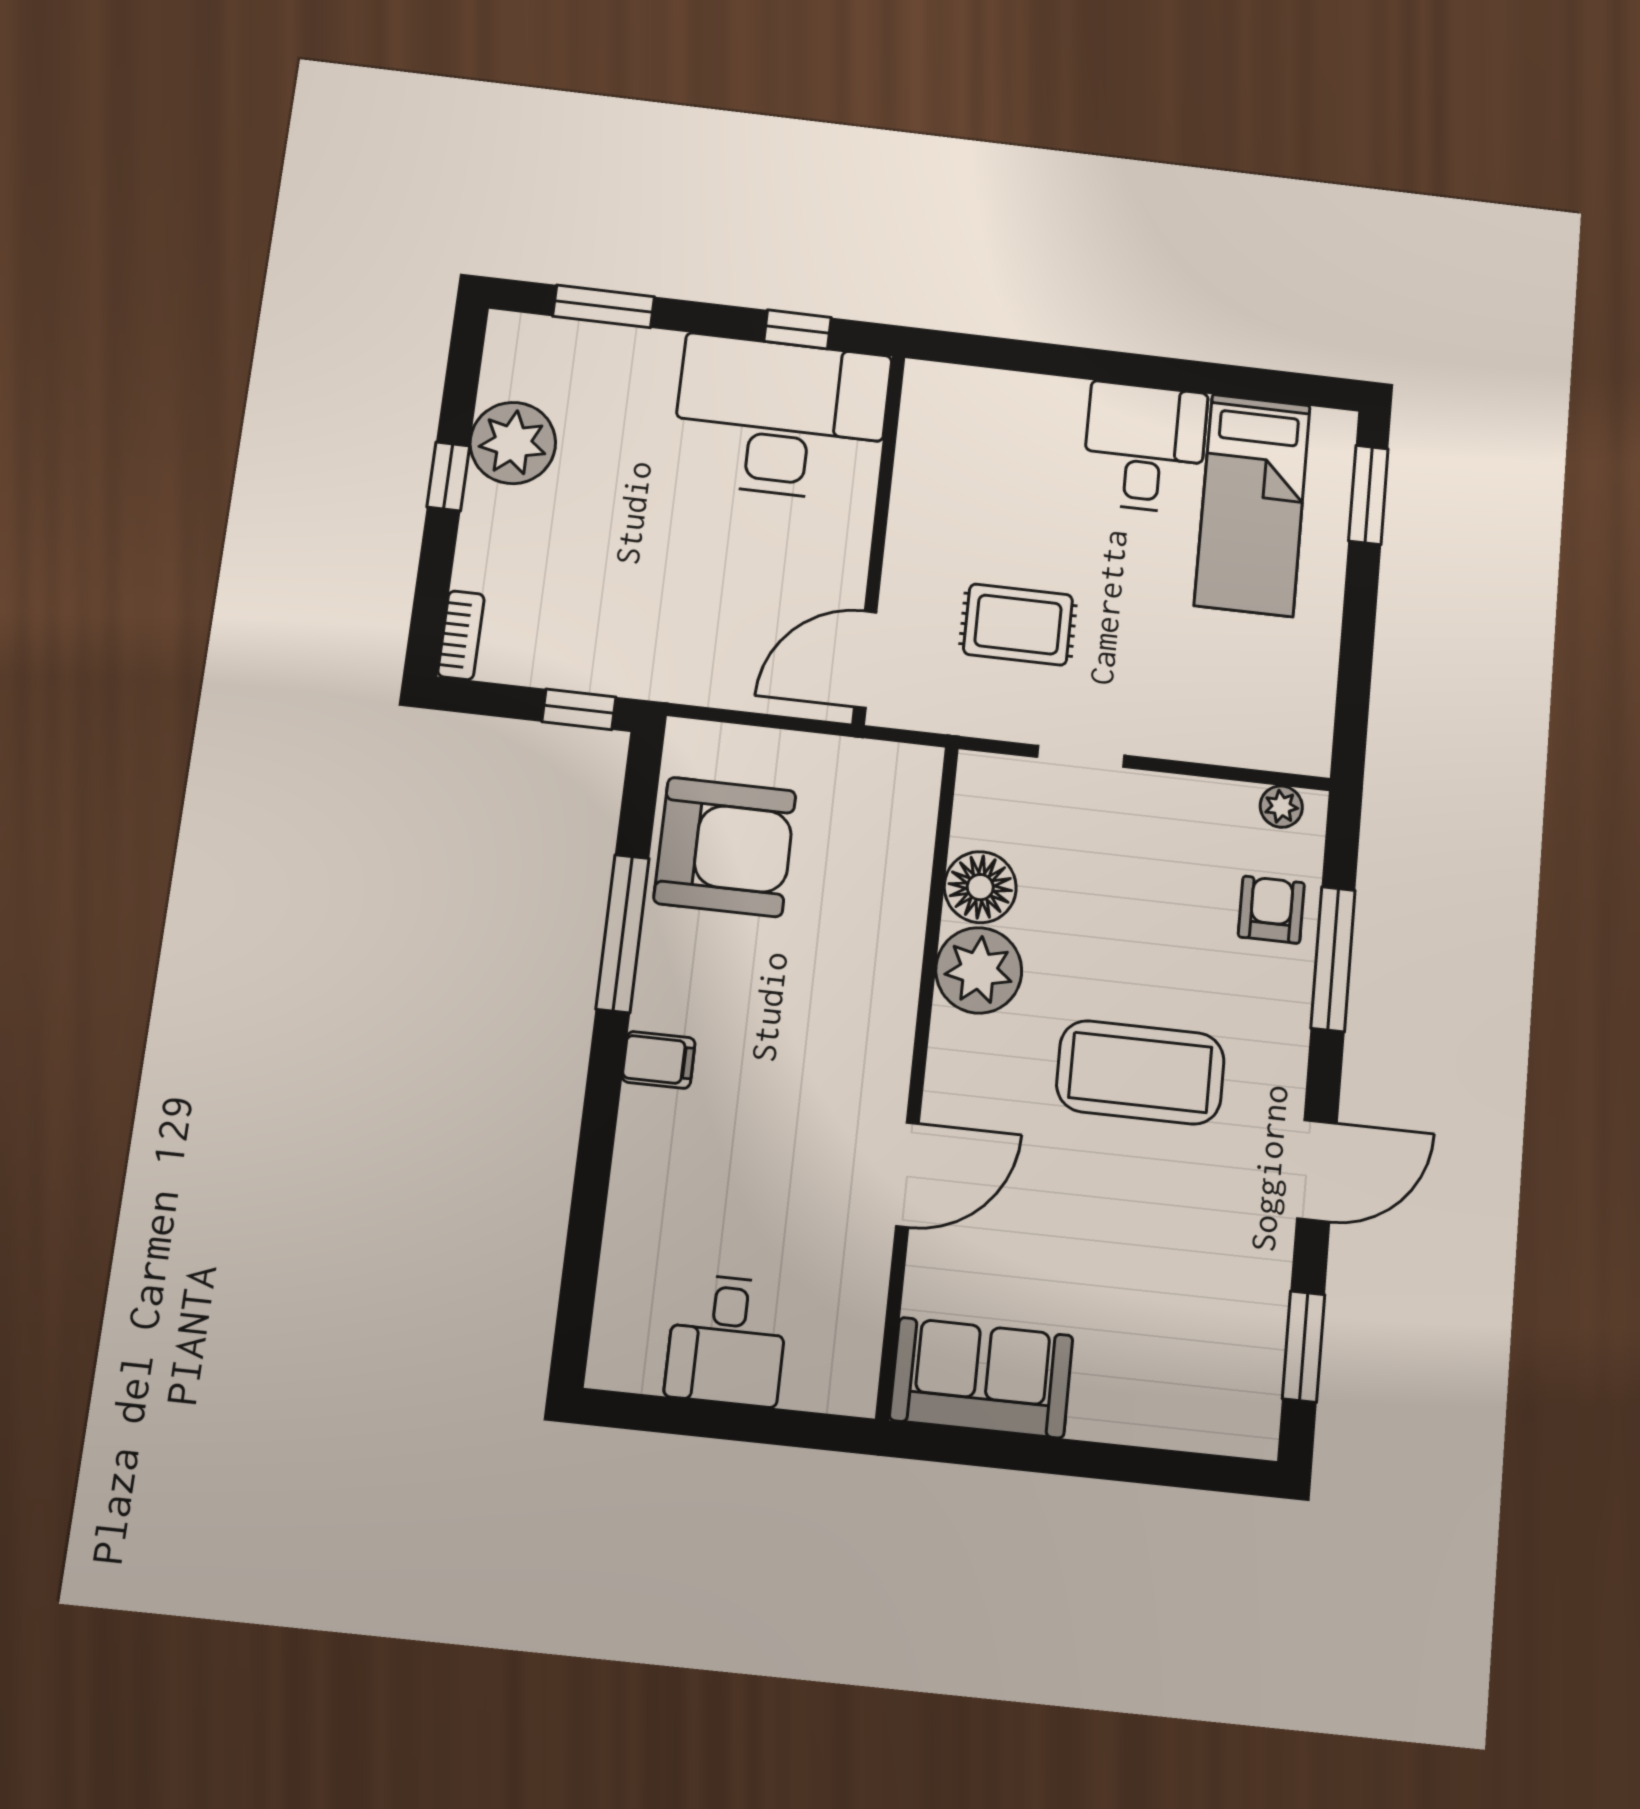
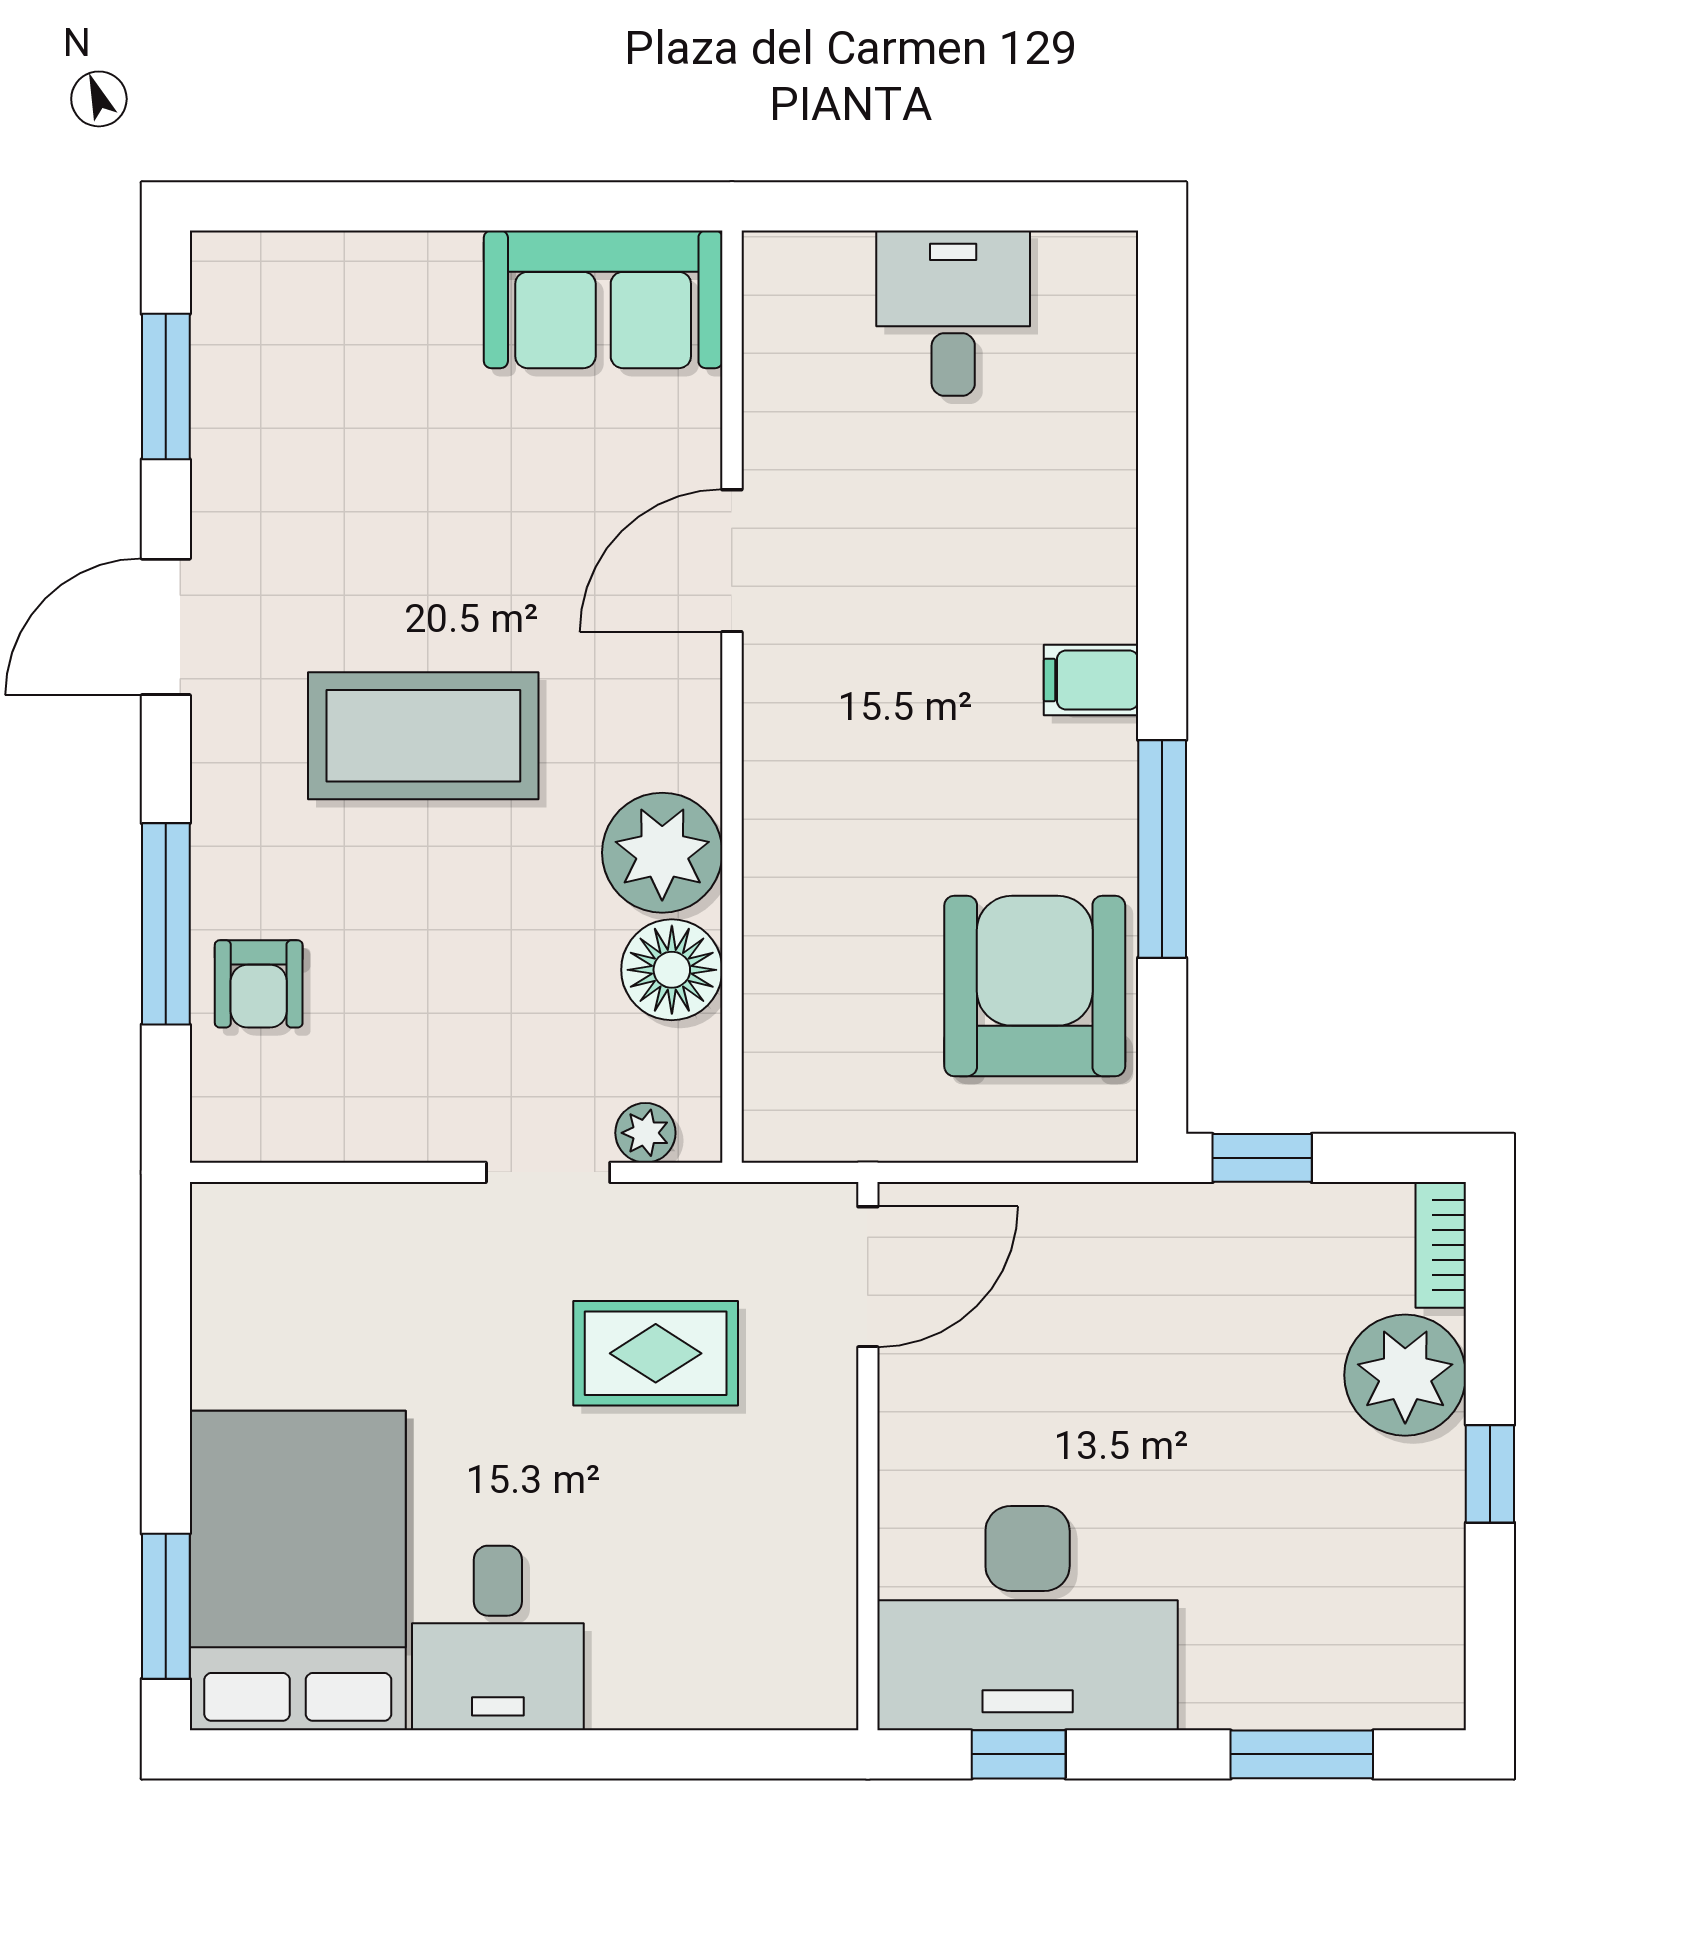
plant: (513, 443) -> (1405, 1375), moved
bed: (1252, 505) -> (298, 1571), width x1.50
plant: (1281, 807) -> (645, 1133), moved
armchair: (725, 847) -> (1035, 986), turned 90

